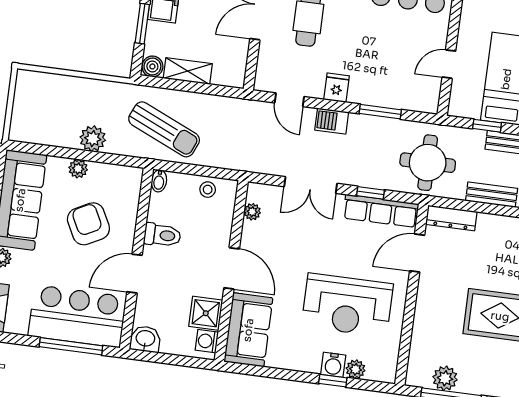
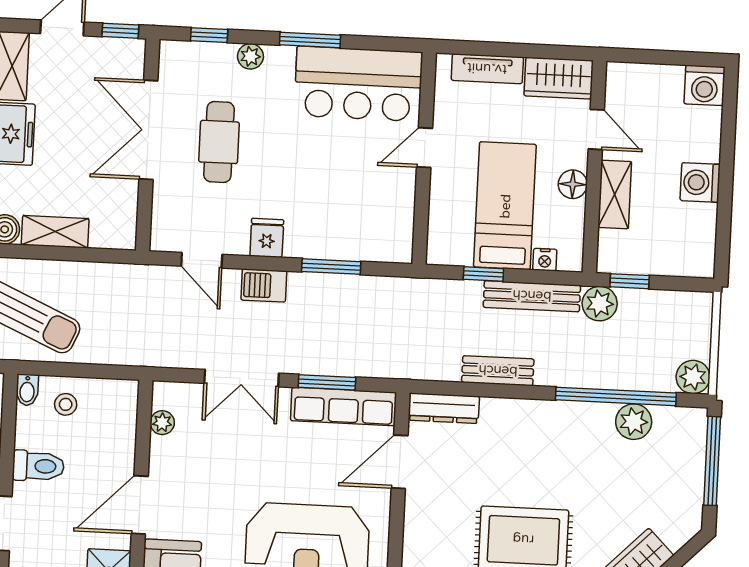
door: (449, 64) -> (425, 148), moved
round table: (428, 163) -> (404, 333), removed
stool: (208, 190) -> (66, 404), moved
window: (371, 193) -> (327, 382), width x1.50
door: (232, 268) -> (140, 505), swing flipped

